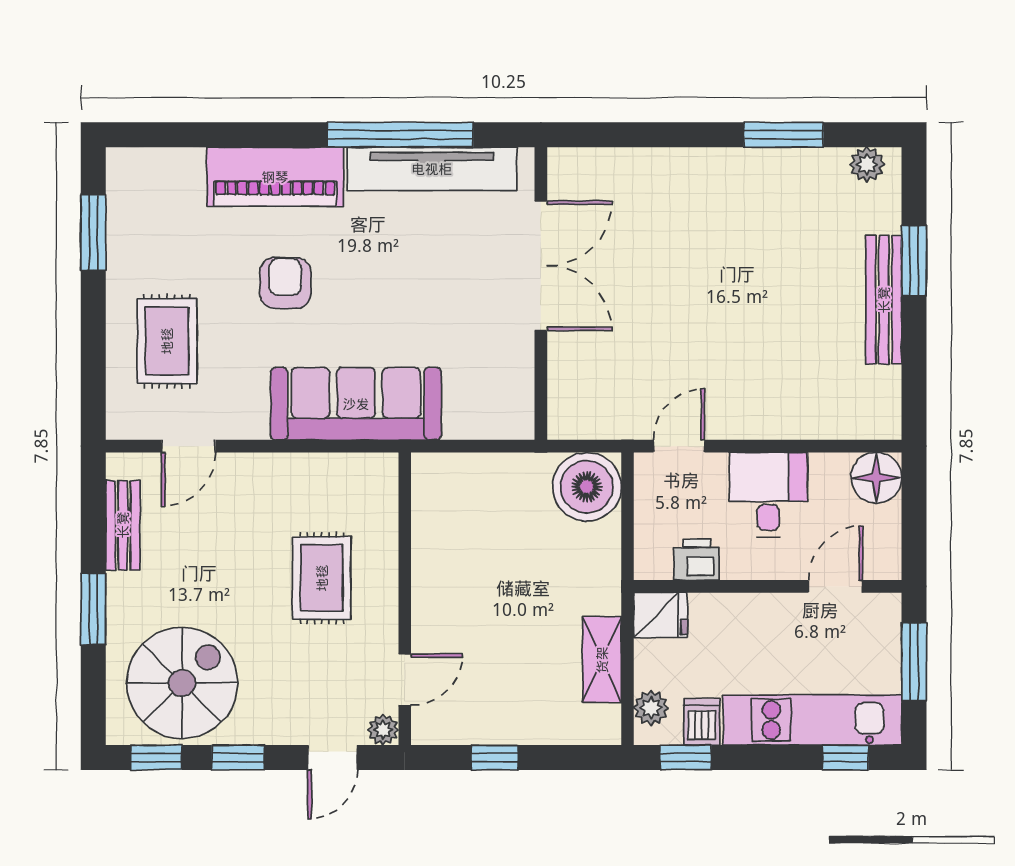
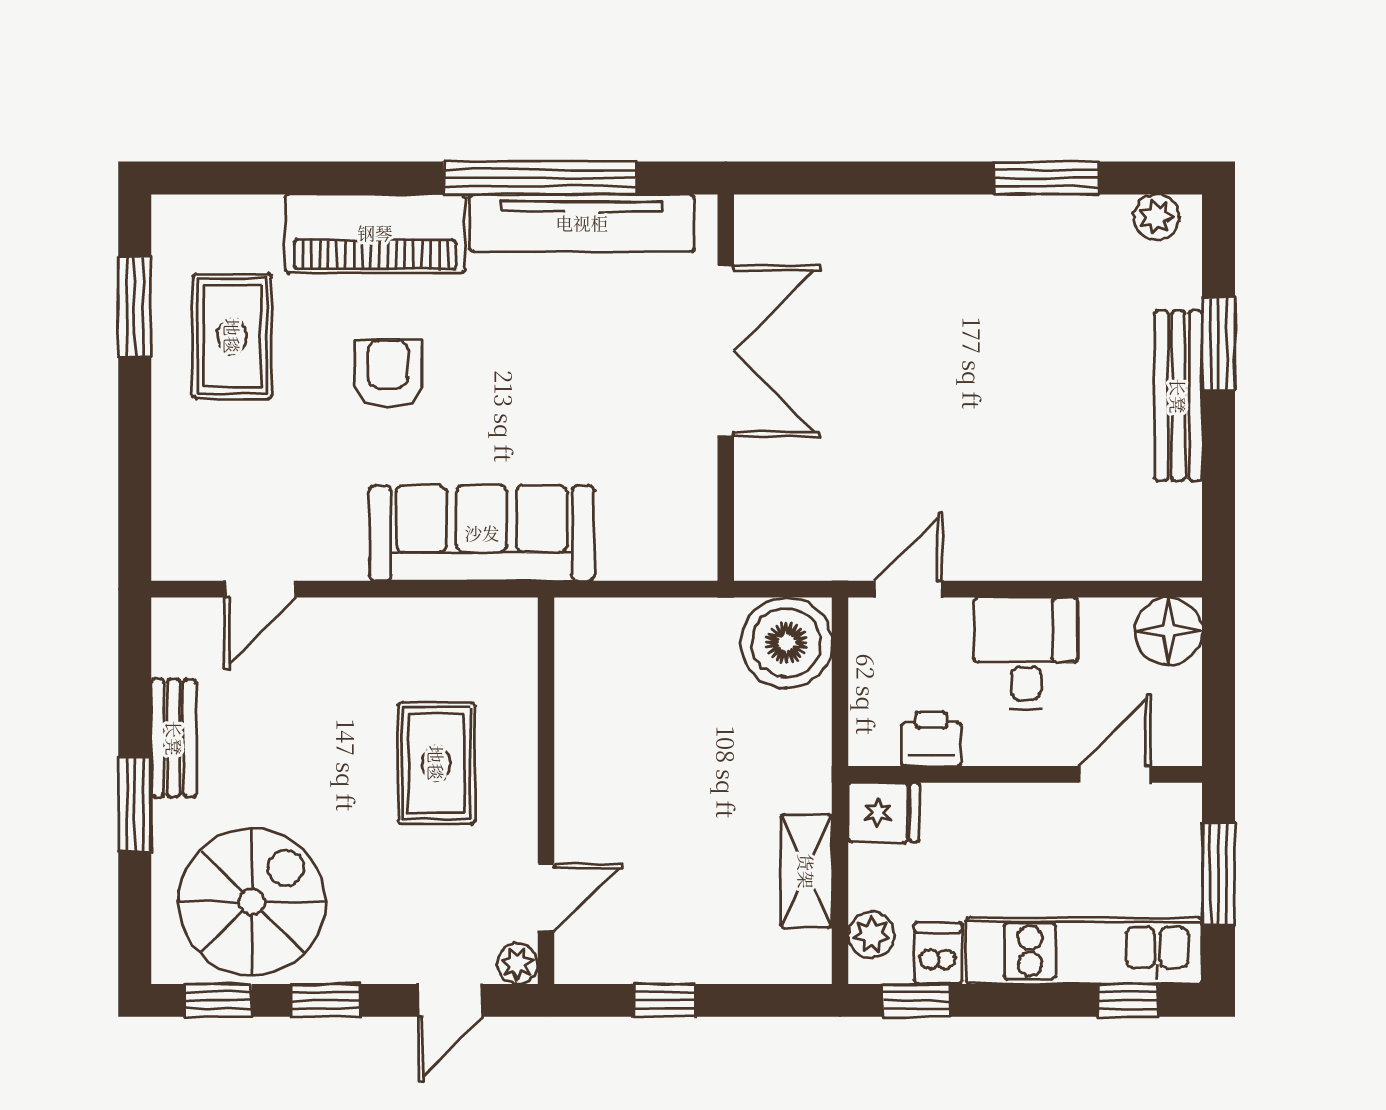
rug: (167, 341) -> (232, 336), moved
bench: (123, 525) -> (174, 738), moved

